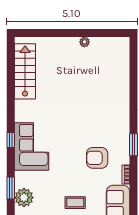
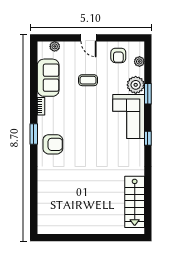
plant: (84, 42) -> (79, 229), removed
corner sofa: (32, 146) -> (129, 117), moved
armchair: (97, 158) -> (53, 144), moved

